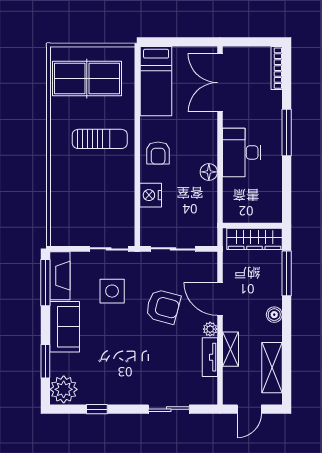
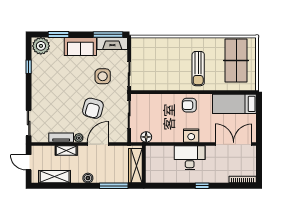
window: (287, 133) -> (202, 186), width x0.46
floor lamp: (209, 172) -> (146, 137), moved
nightstand: (151, 195) -> (191, 136), moved, turned 180
sliding door: (169, 409) -> (29, 123), moved

